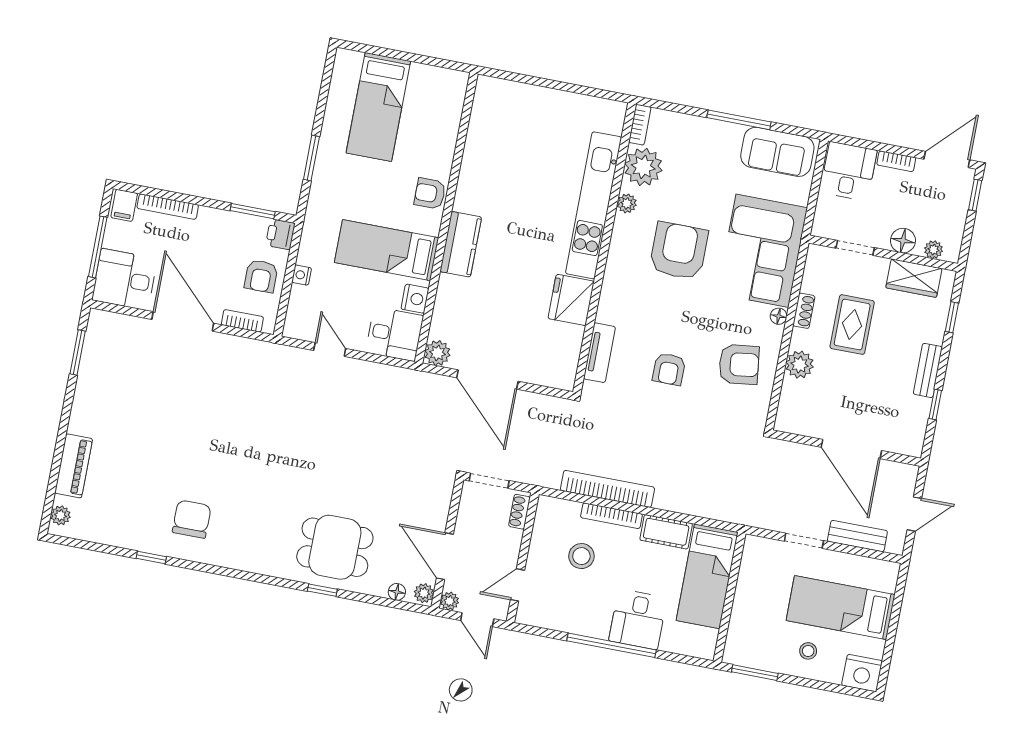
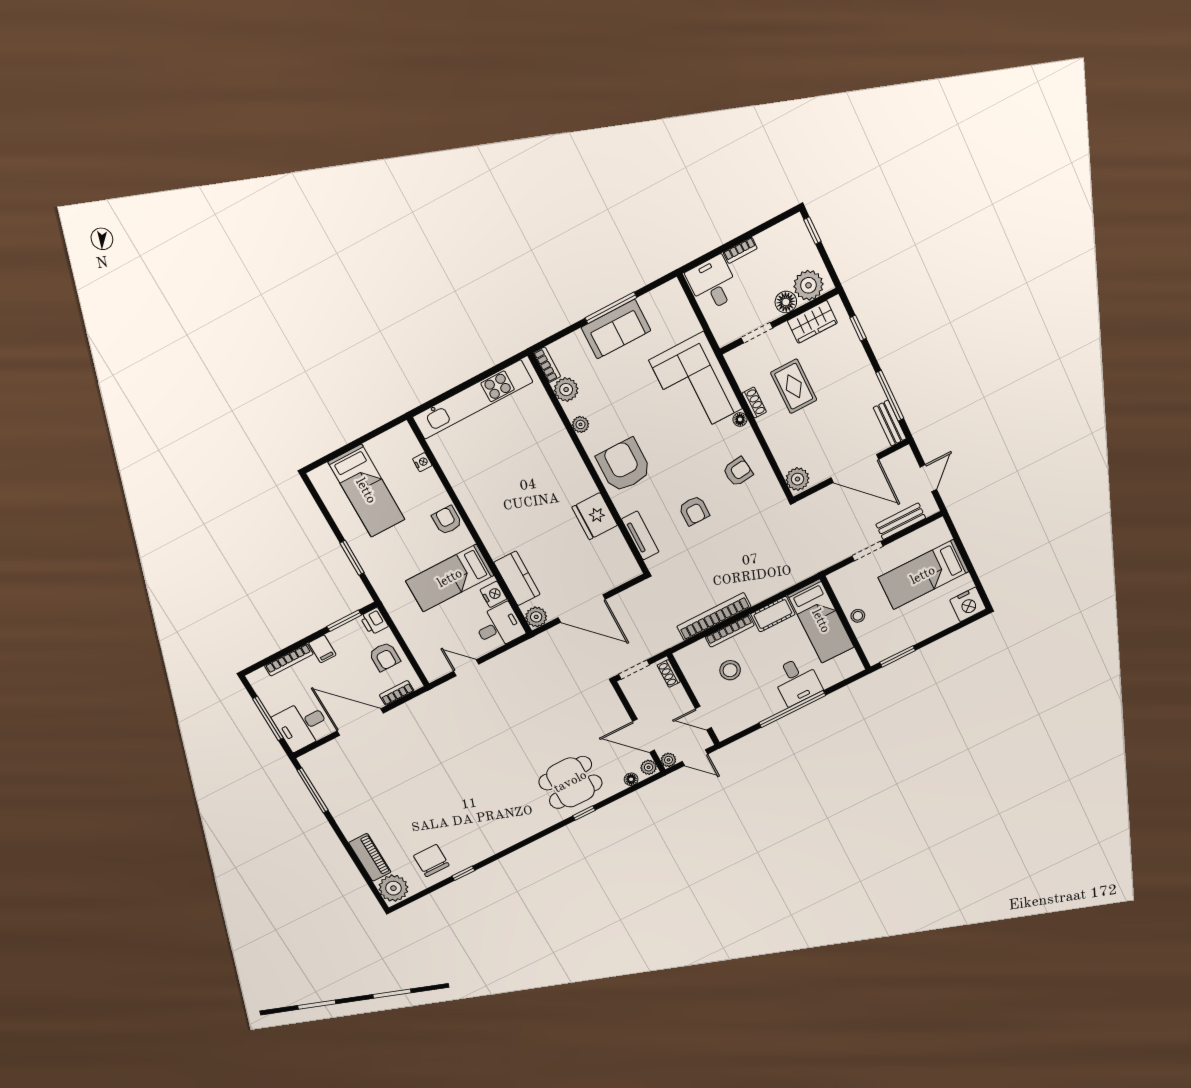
sofa: (777, 152) -> (616, 329), moved
door: (947, 159) -> (774, 221), removed
plant: (643, 167) -> (566, 390), width x0.73, depth x0.73
armchair: (430, 193) -> (447, 520), turned 90
filing cabinet: (124, 205) -> (322, 649), moved
kitchen unit: (594, 205) -> (473, 400), moved, turned -90
kitchen counter: (461, 244) -> (517, 578), moved
plant: (934, 250) -> (808, 285), width x1.88, depth x1.88
armchair: (679, 251) -> (624, 465), moved
nightstand: (302, 275) -> (422, 462), moved, turned 180
window: (78, 352) -> (313, 790), width x1.44
armchair: (739, 364) -> (738, 472), width x0.72, depth x0.72
plant: (800, 365) -> (798, 479), moved
bench: (928, 370) -> (890, 423), moved
window: (935, 404) -> (890, 396), width x2.17
plant: (60, 515) -> (393, 888), width x1.87, depth x1.87
chair: (192, 519) -> (431, 861), moved
door: (517, 585) -> (703, 718), hinge flipped
stool: (808, 651) -> (858, 616), moved

